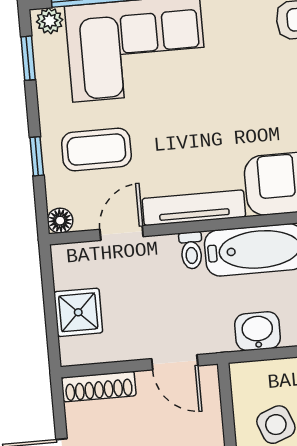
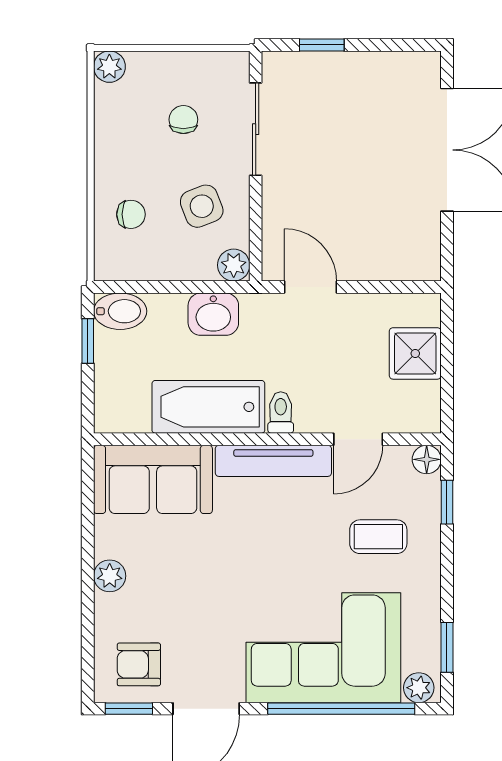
coffee table: (96, 149) -> (378, 537), width x0.73, depth x0.77
window: (37, 156) -> (447, 502), moved
plant: (243, 376) -> (234, 265), added
shoe rack: (99, 387) -> (399, 267), removed

